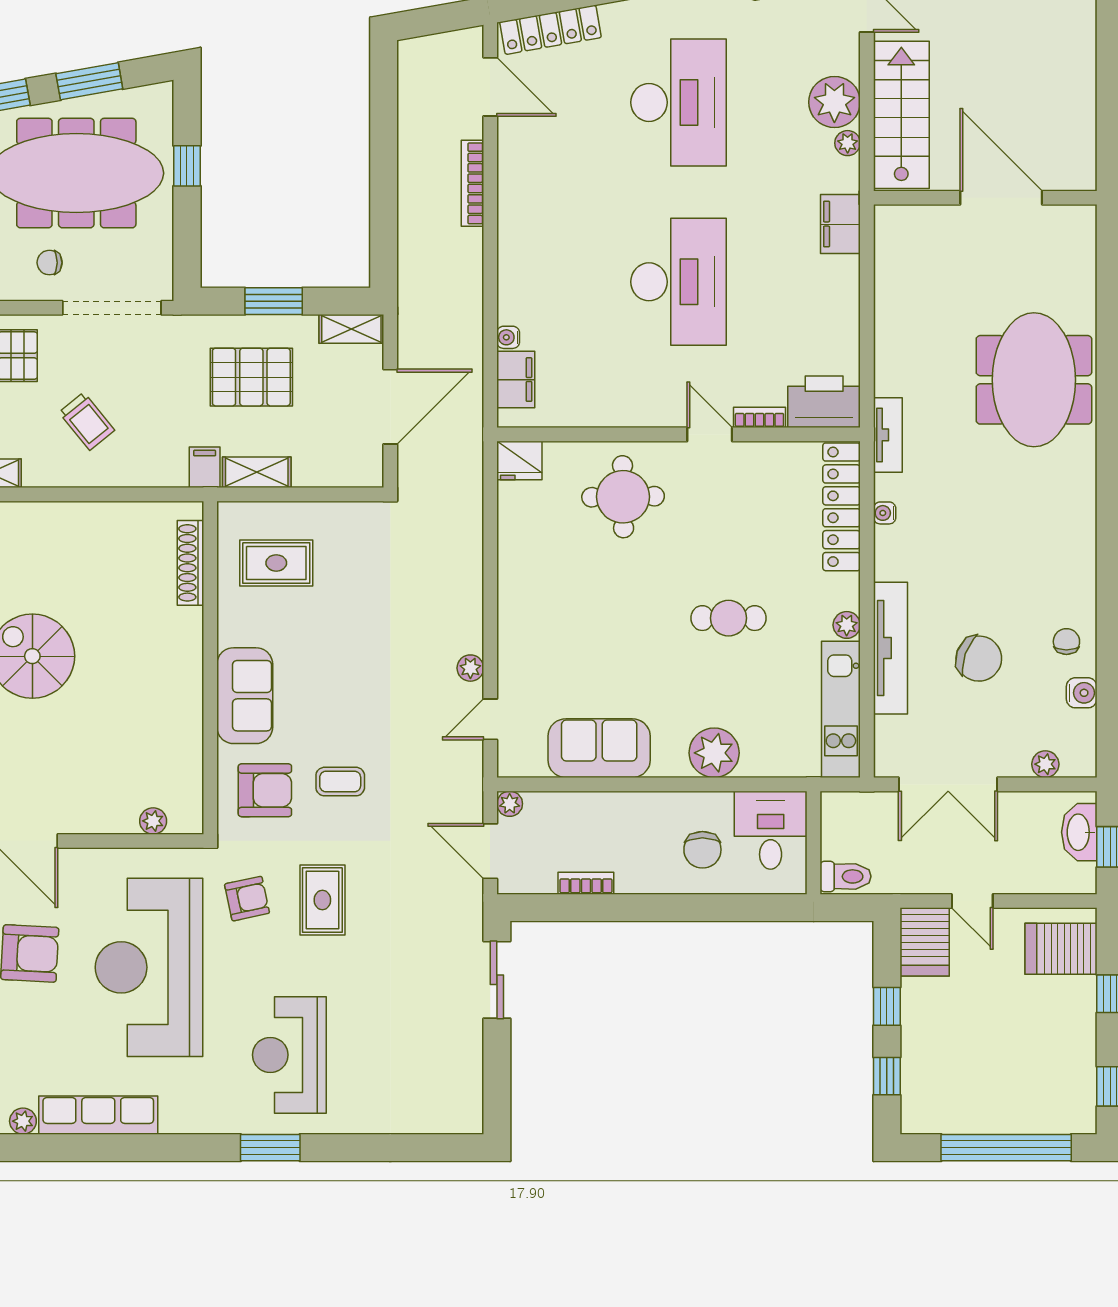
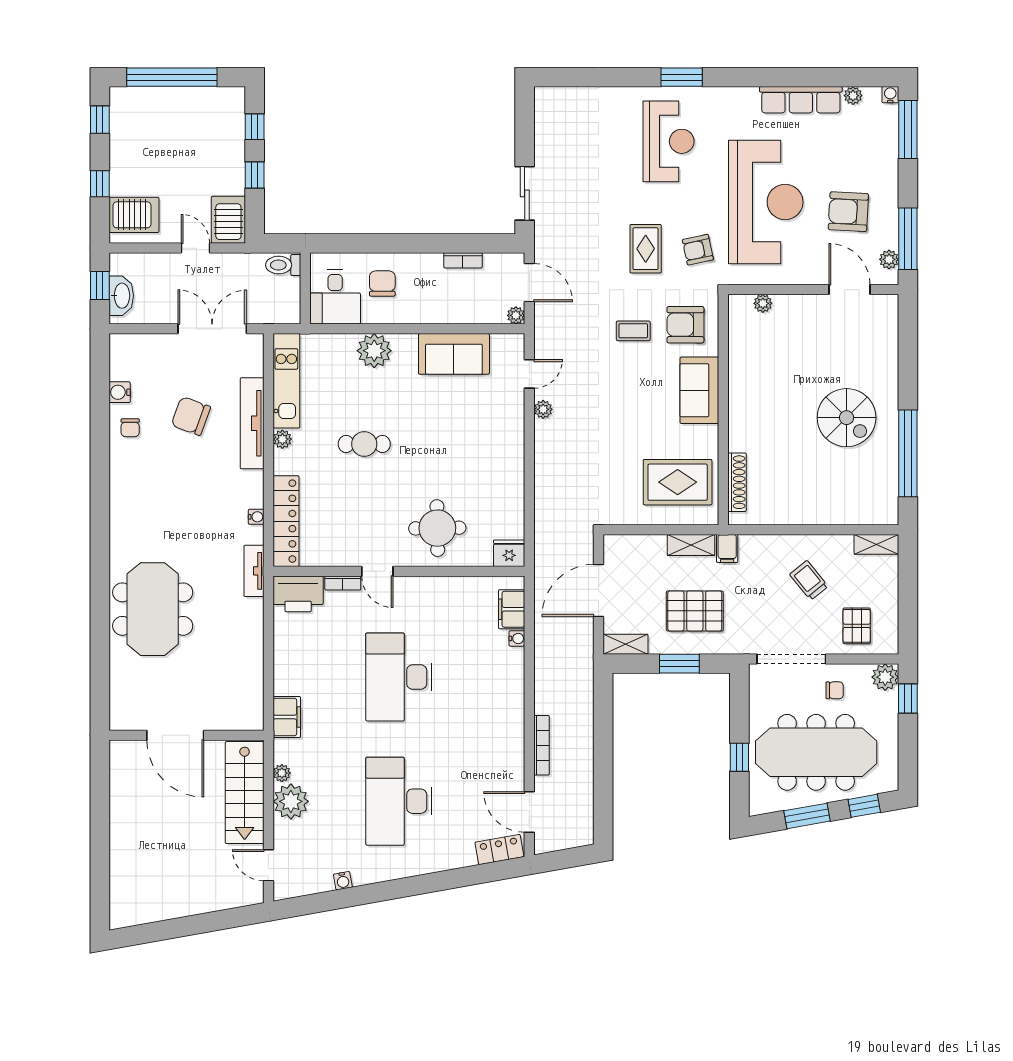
locker: (550, 30) -> (499, 849), width x0.66
rug: (276, 563) -> (678, 482), width x1.36, depth x1.43
plant: (1045, 764) -> (145, 343), removed

